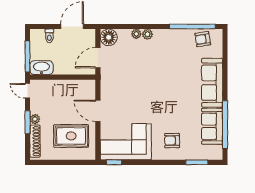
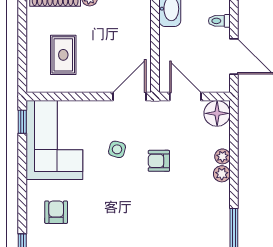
armchair: (139, 75) -> (159, 161), added
side table: (132, 101) -> (117, 149), added
door: (98, 111) -> (129, 97), moved
rug: (71, 136) -> (63, 55), width x0.73, depth x0.70

